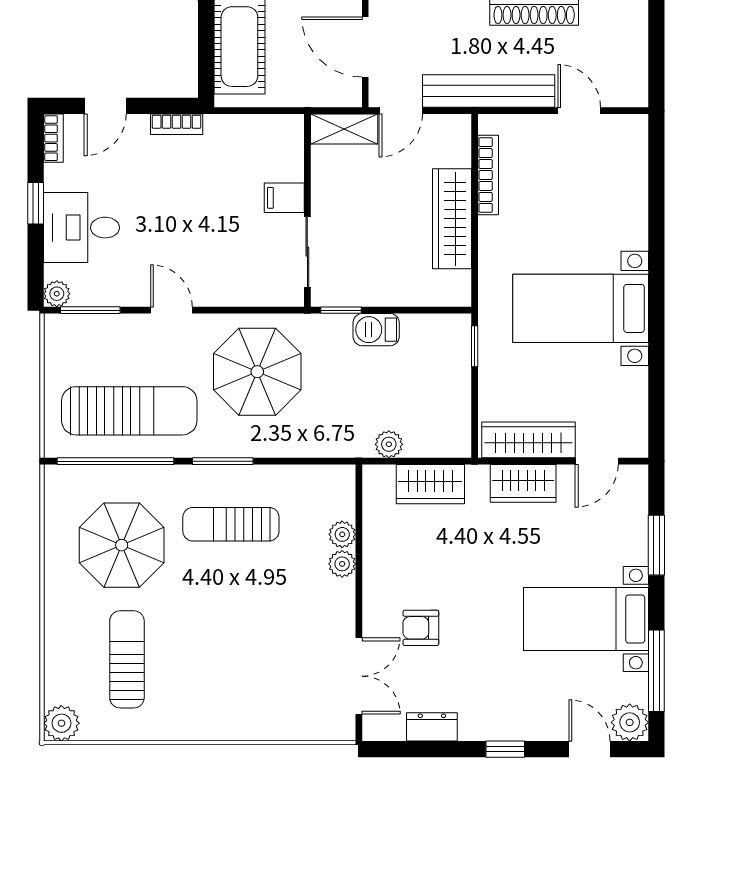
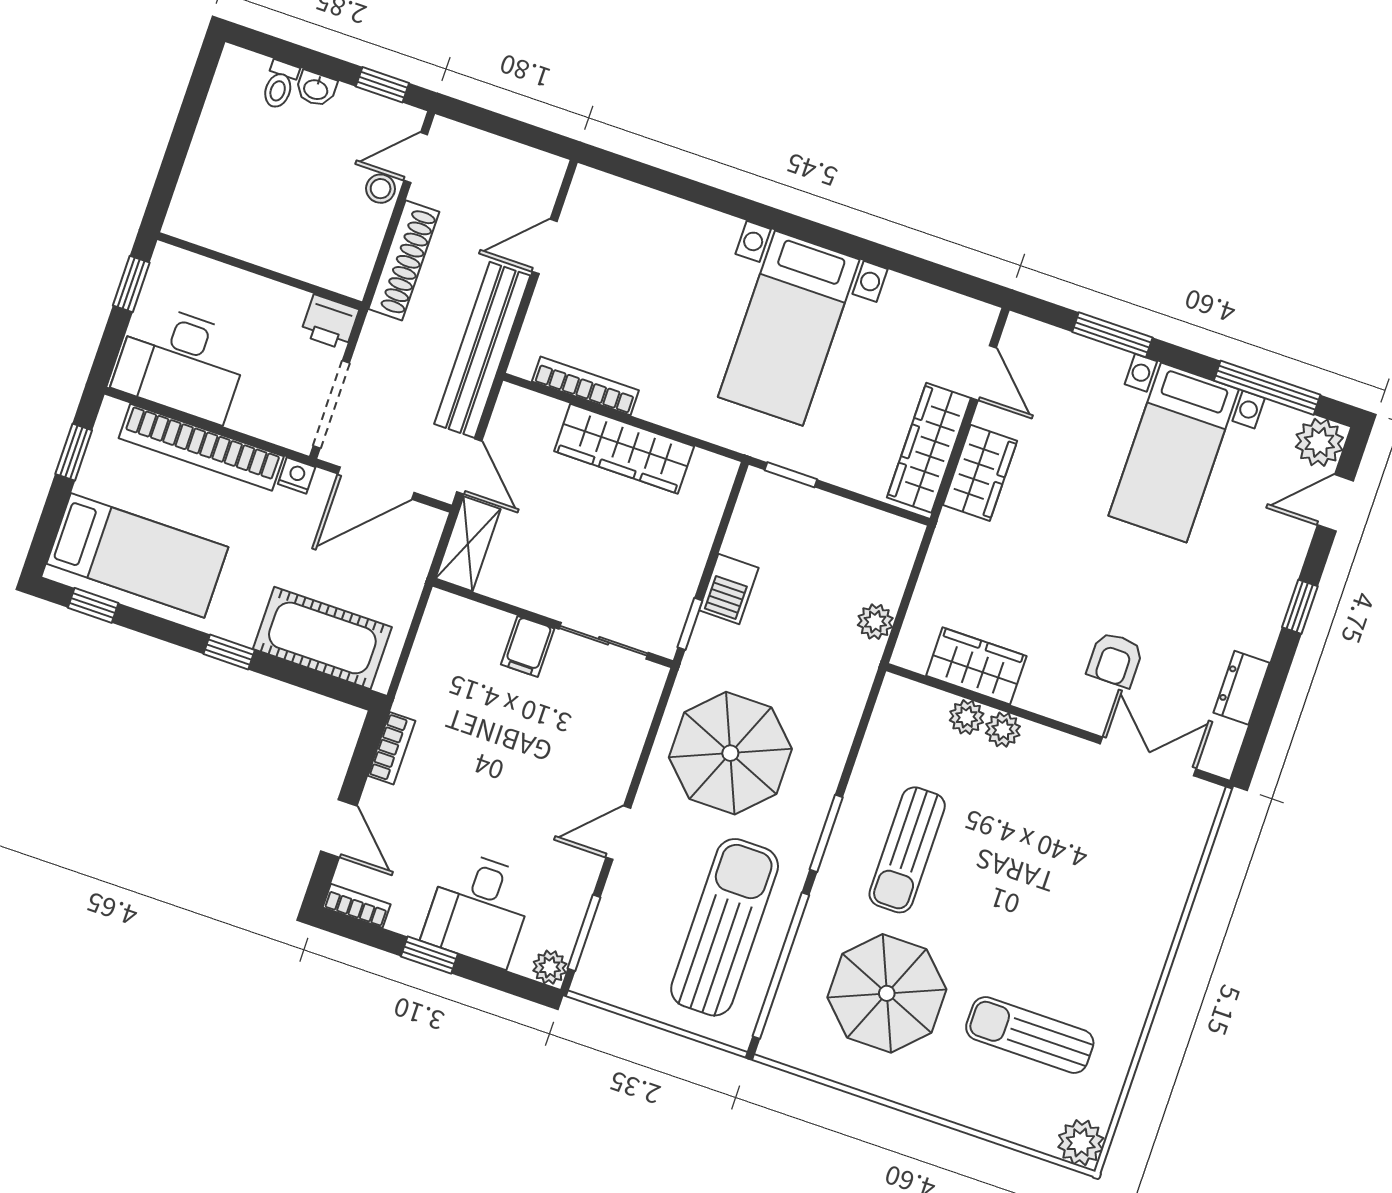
wardrobe: (430, 484) -> (976, 666), moved, turned -90

